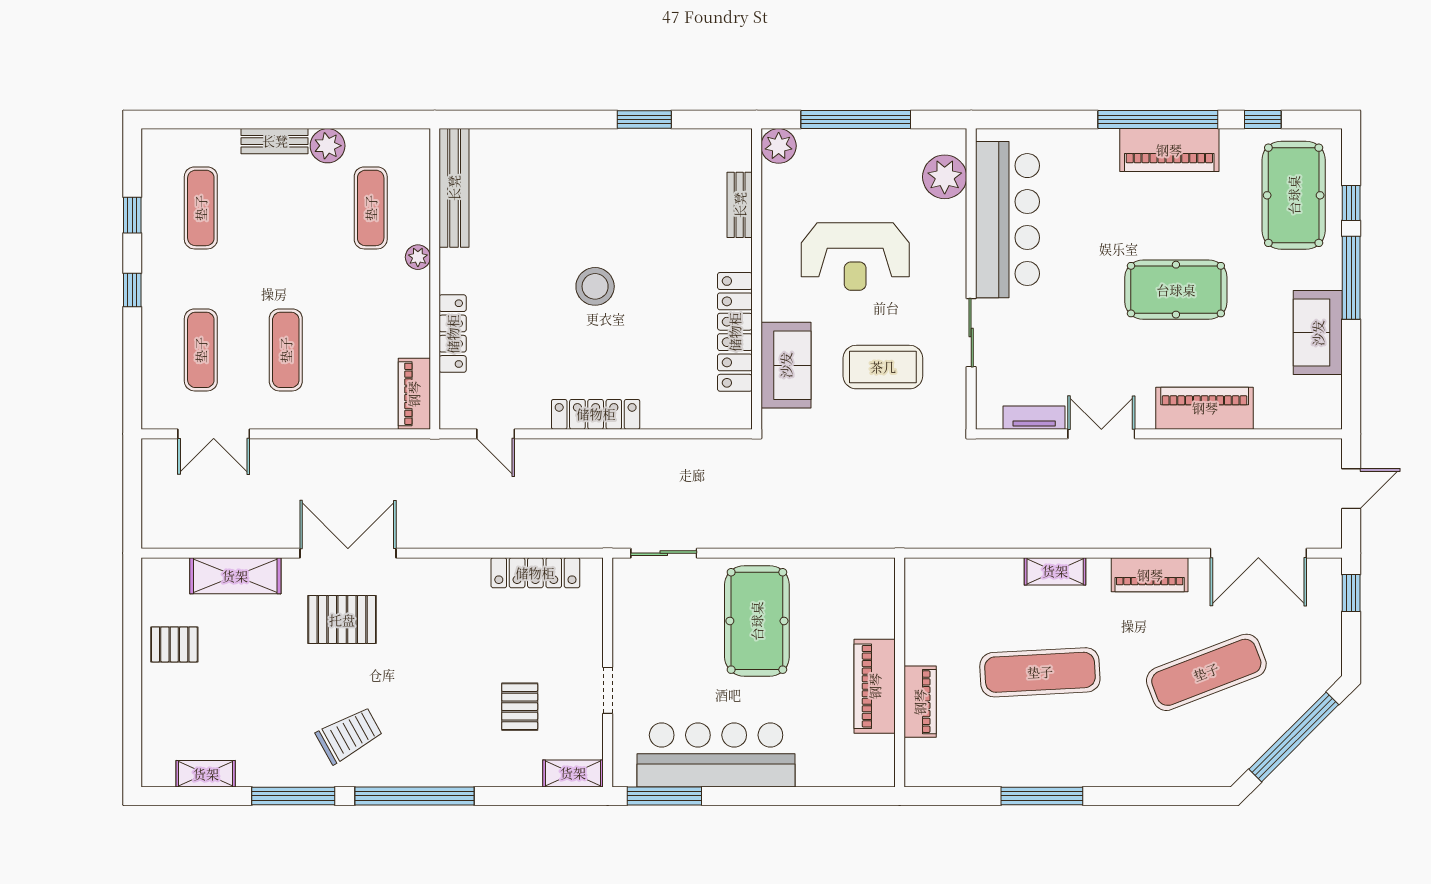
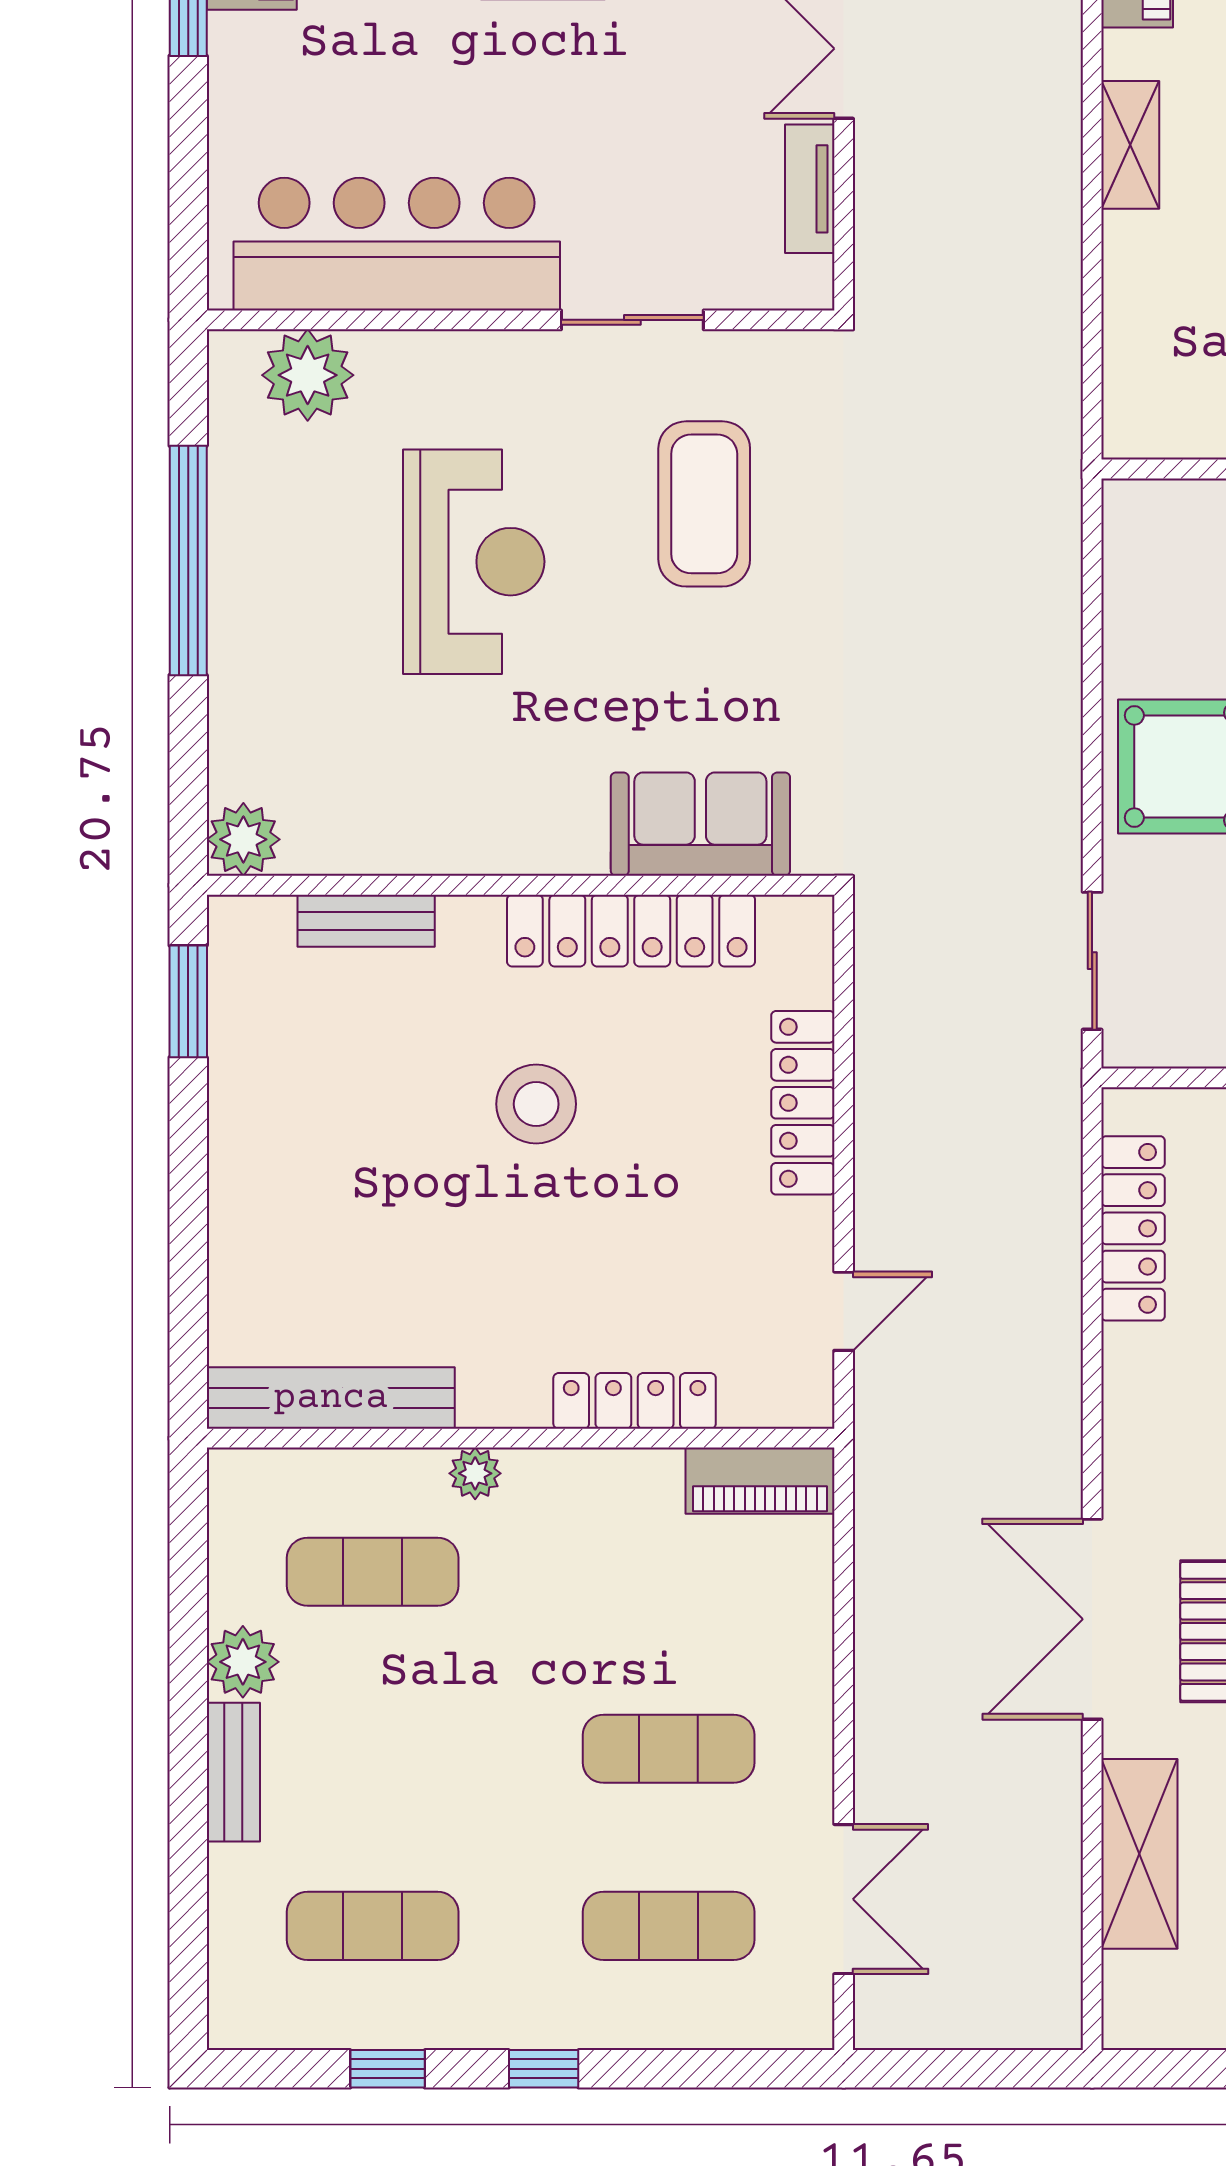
plant: (779, 146) -> (243, 839), moved
bench: (740, 205) -> (366, 921), moved
wall: (757, 279) -> (521, 885), moved
locker: (735, 332) -> (631, 931), moved
sofa: (786, 365) -> (700, 824), moved

